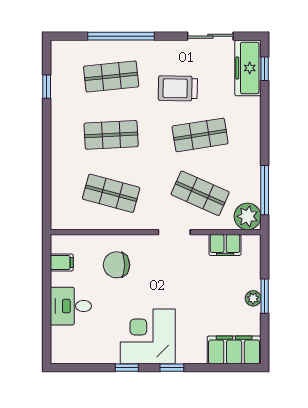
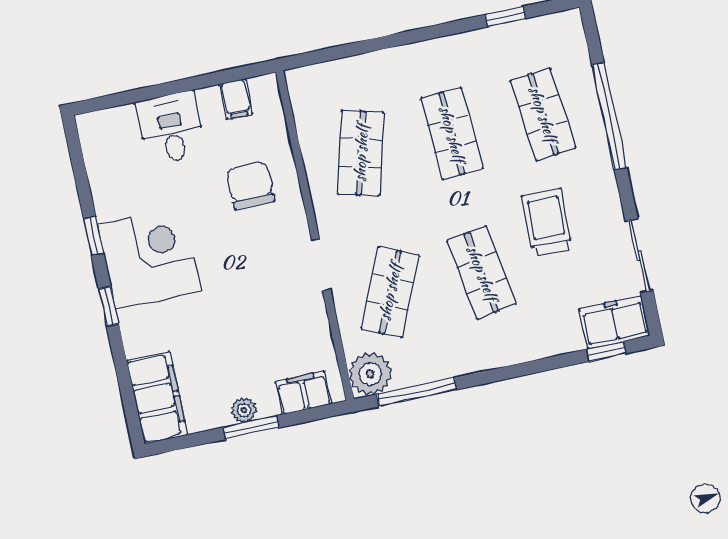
freezer: (248, 68) -> (615, 322), width x0.71
filing cabinet: (225, 245) -> (303, 393), moved, turned 90

